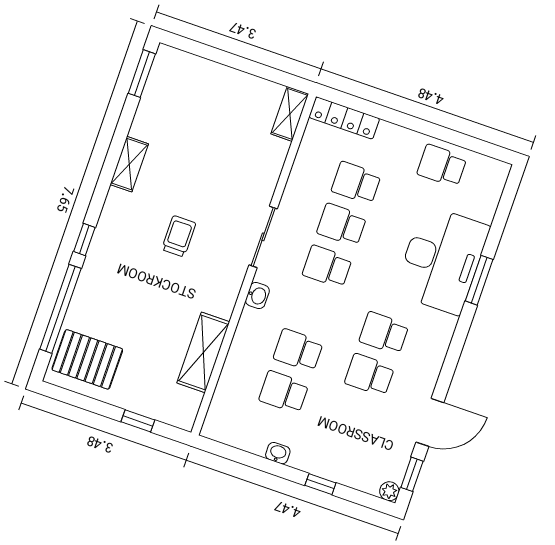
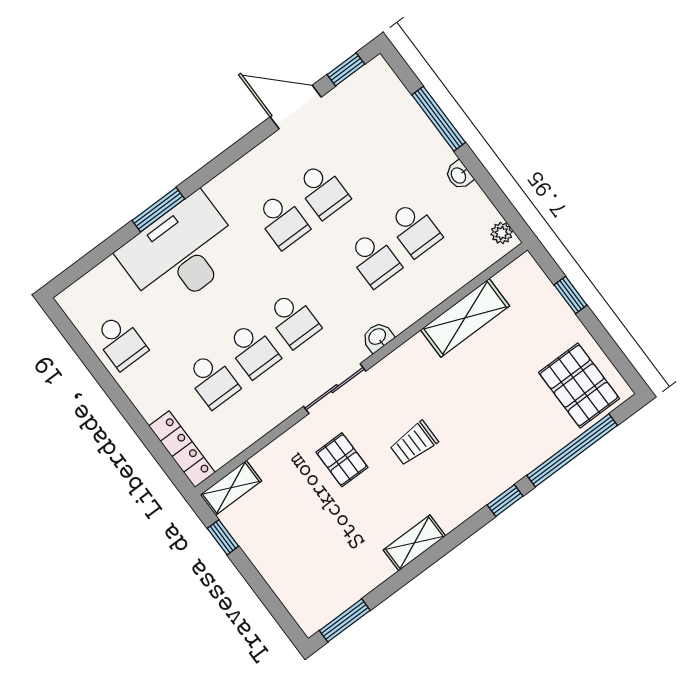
window: (271, 74) -> (223, 537), added
pallet: (223, 189) -> (342, 460), added
window: (320, 484) -> (439, 119), width x2.17
plant: (389, 491) -> (502, 233), moved

